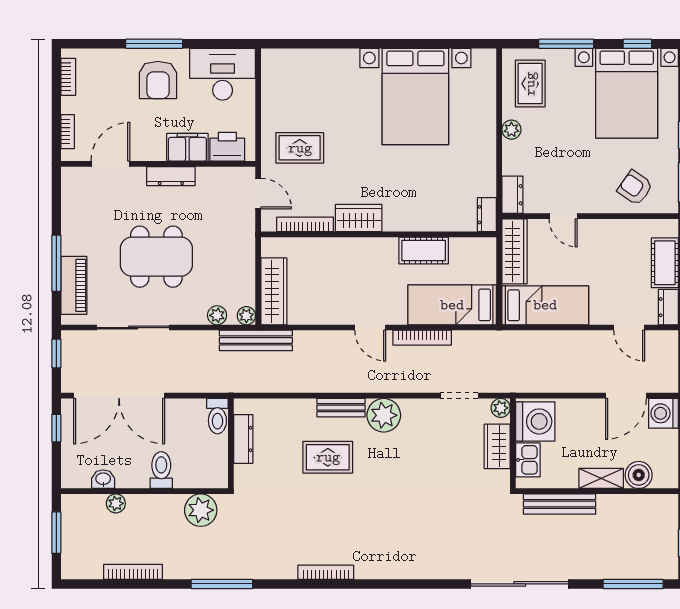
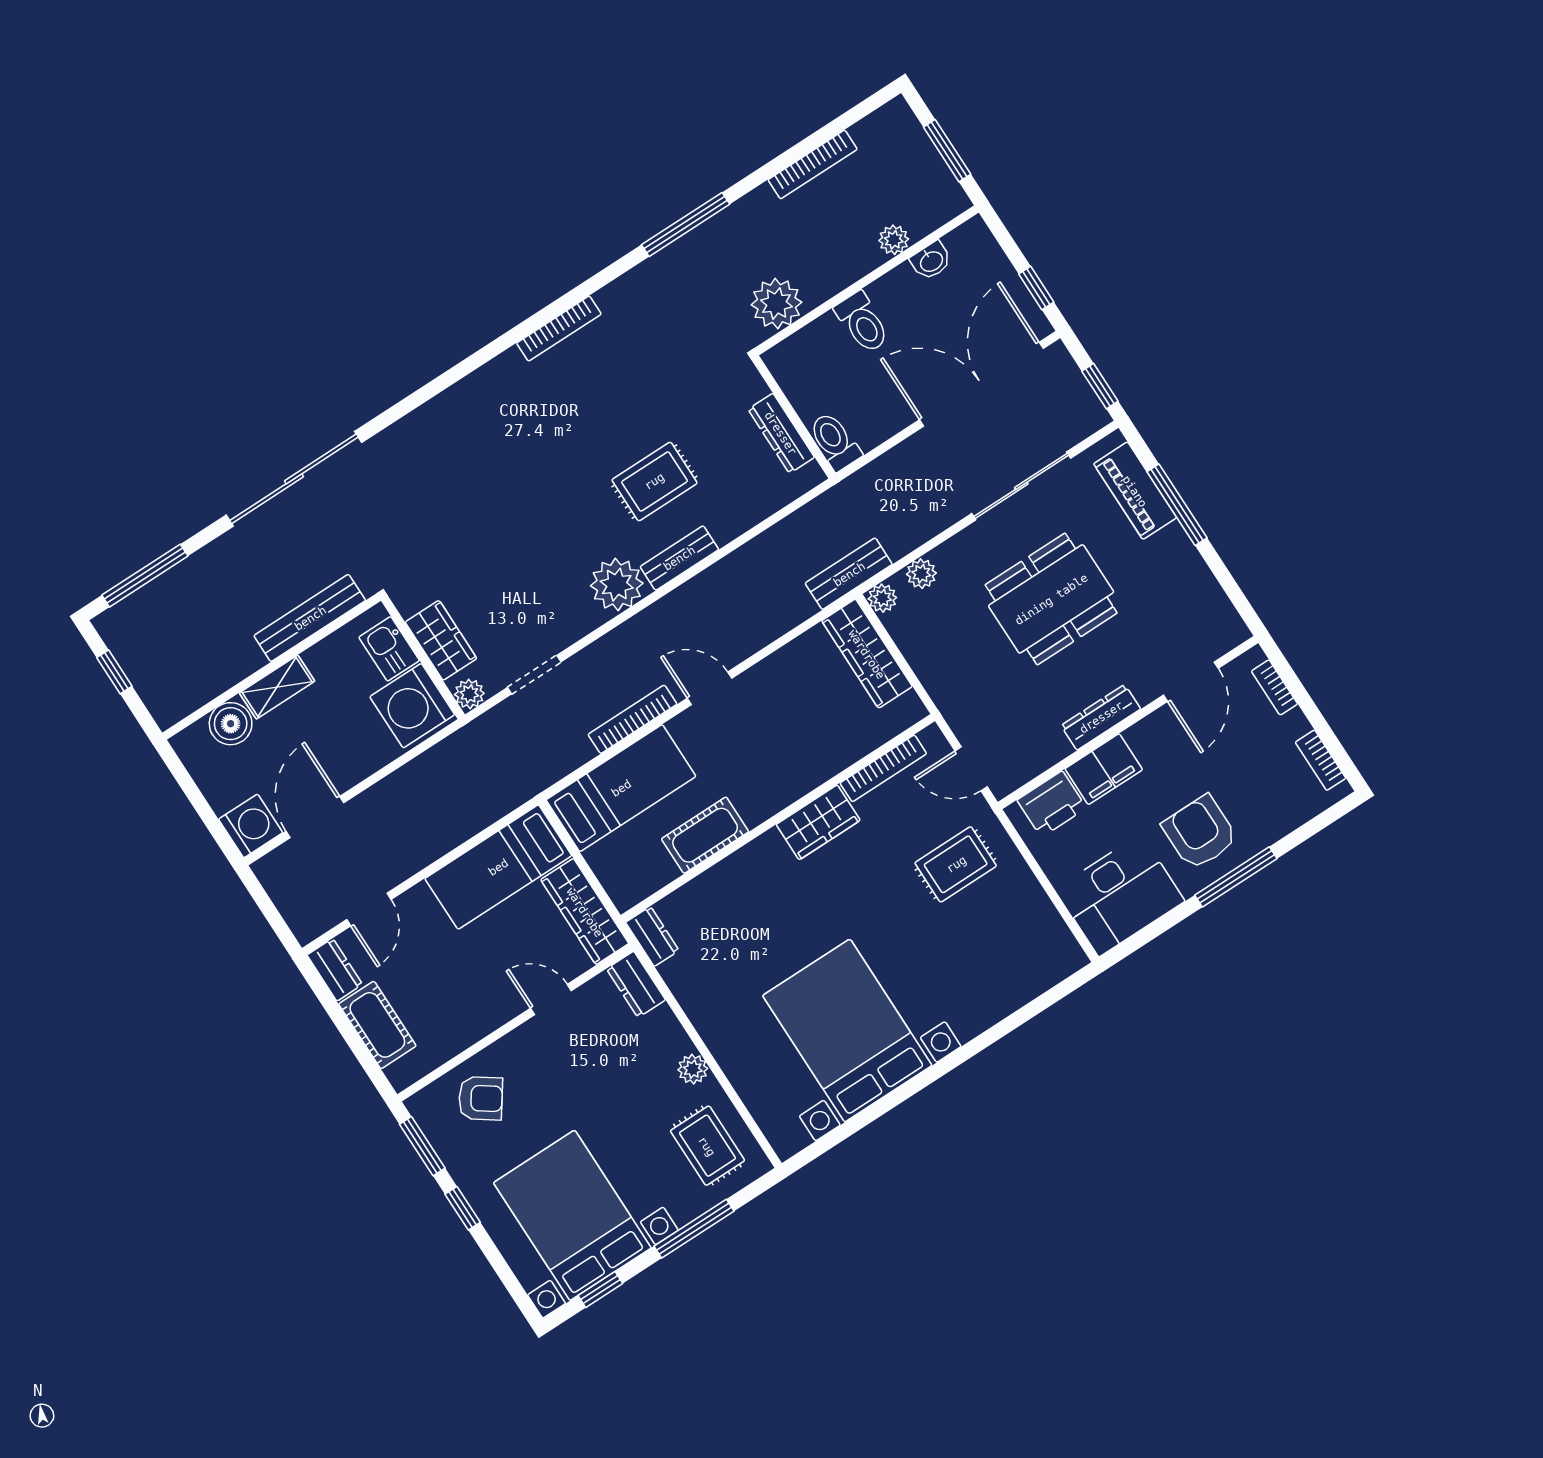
door: (629, 328) -> (369, 909), swing flipped
bench: (256, 340) -> (849, 574), width x0.73

